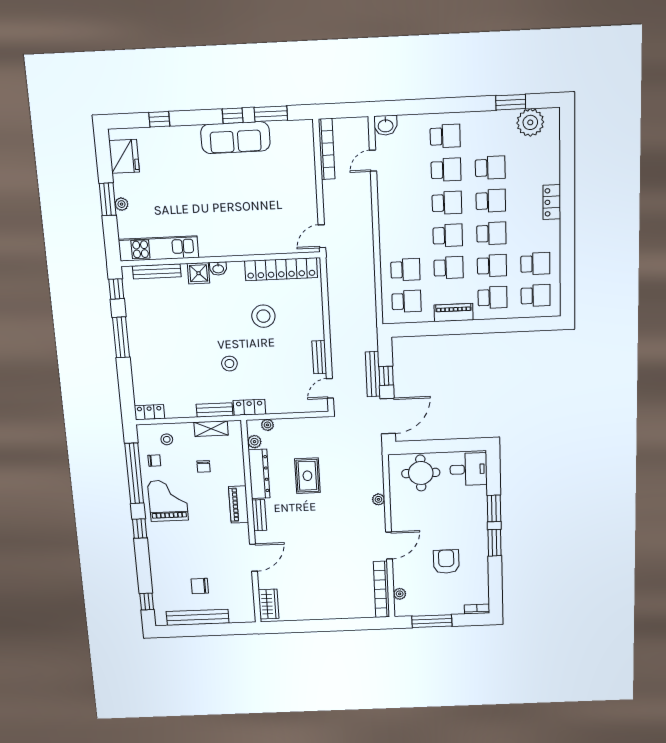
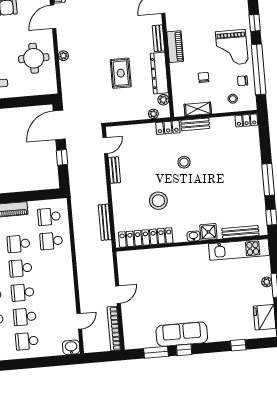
door: (322, 236) -> (118, 295), moved
bench: (373, 374) -> (105, 222), moved
round table: (421, 473) -> (34, 58), moved

